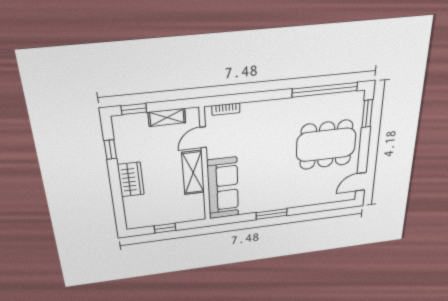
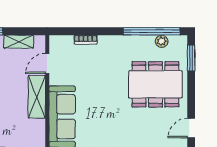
plant: (336, 99) -> (162, 41), added
bookcase: (226, 109) -> (86, 40), moved

